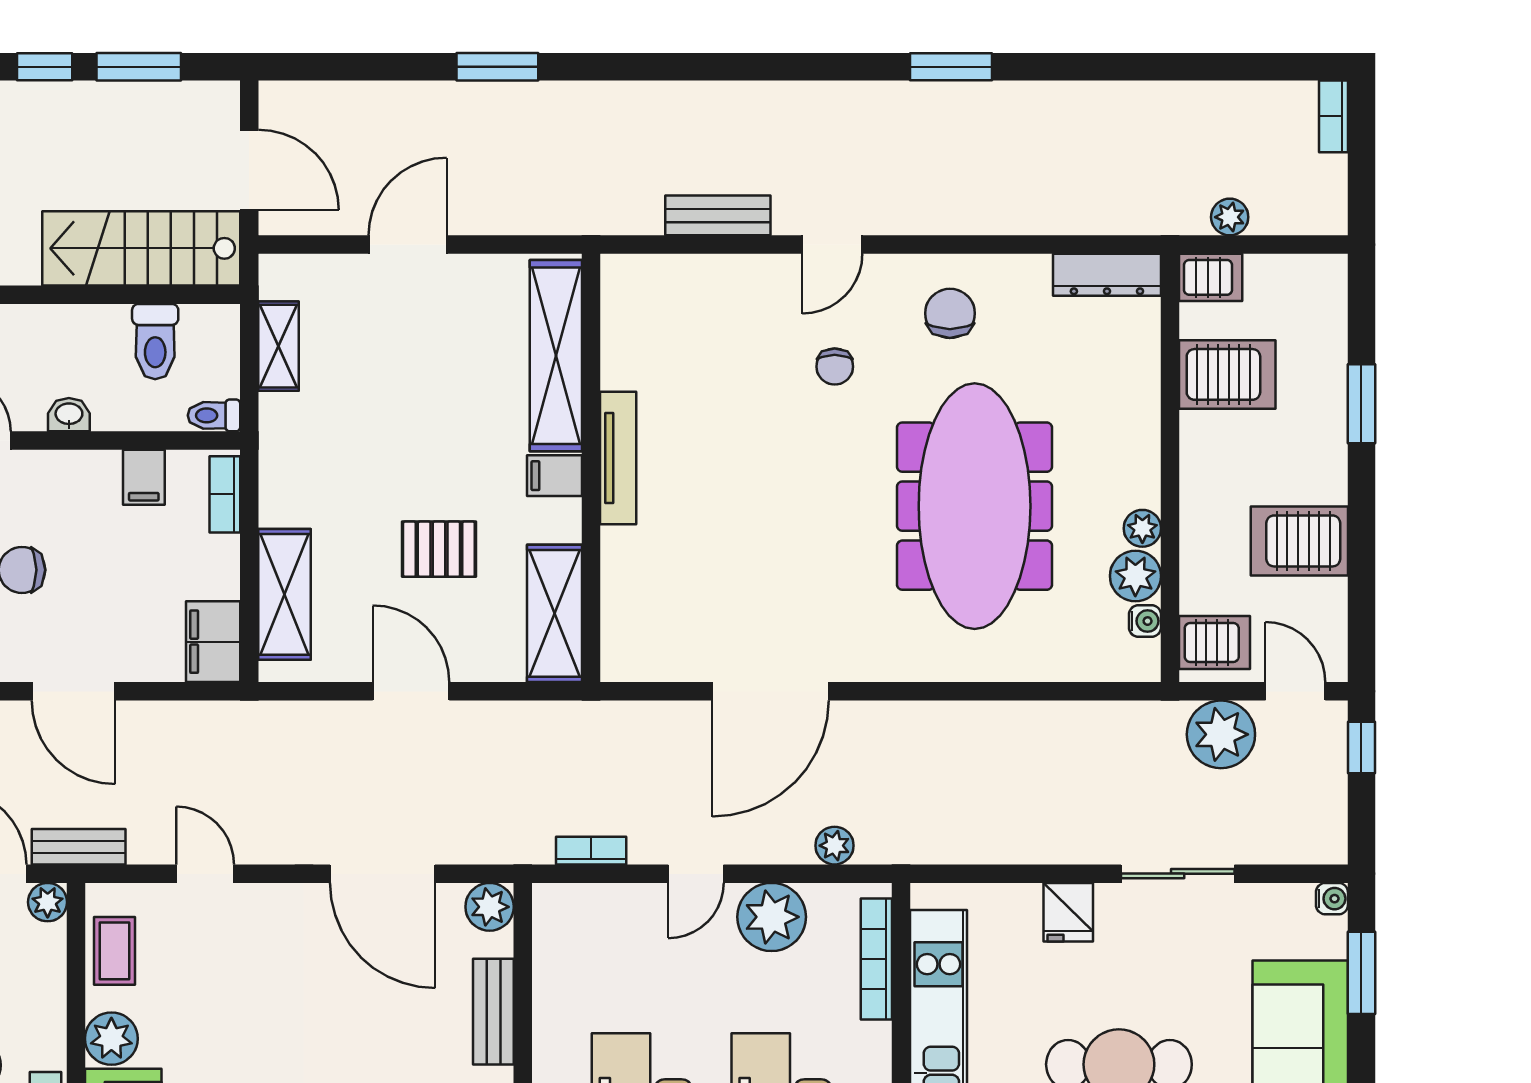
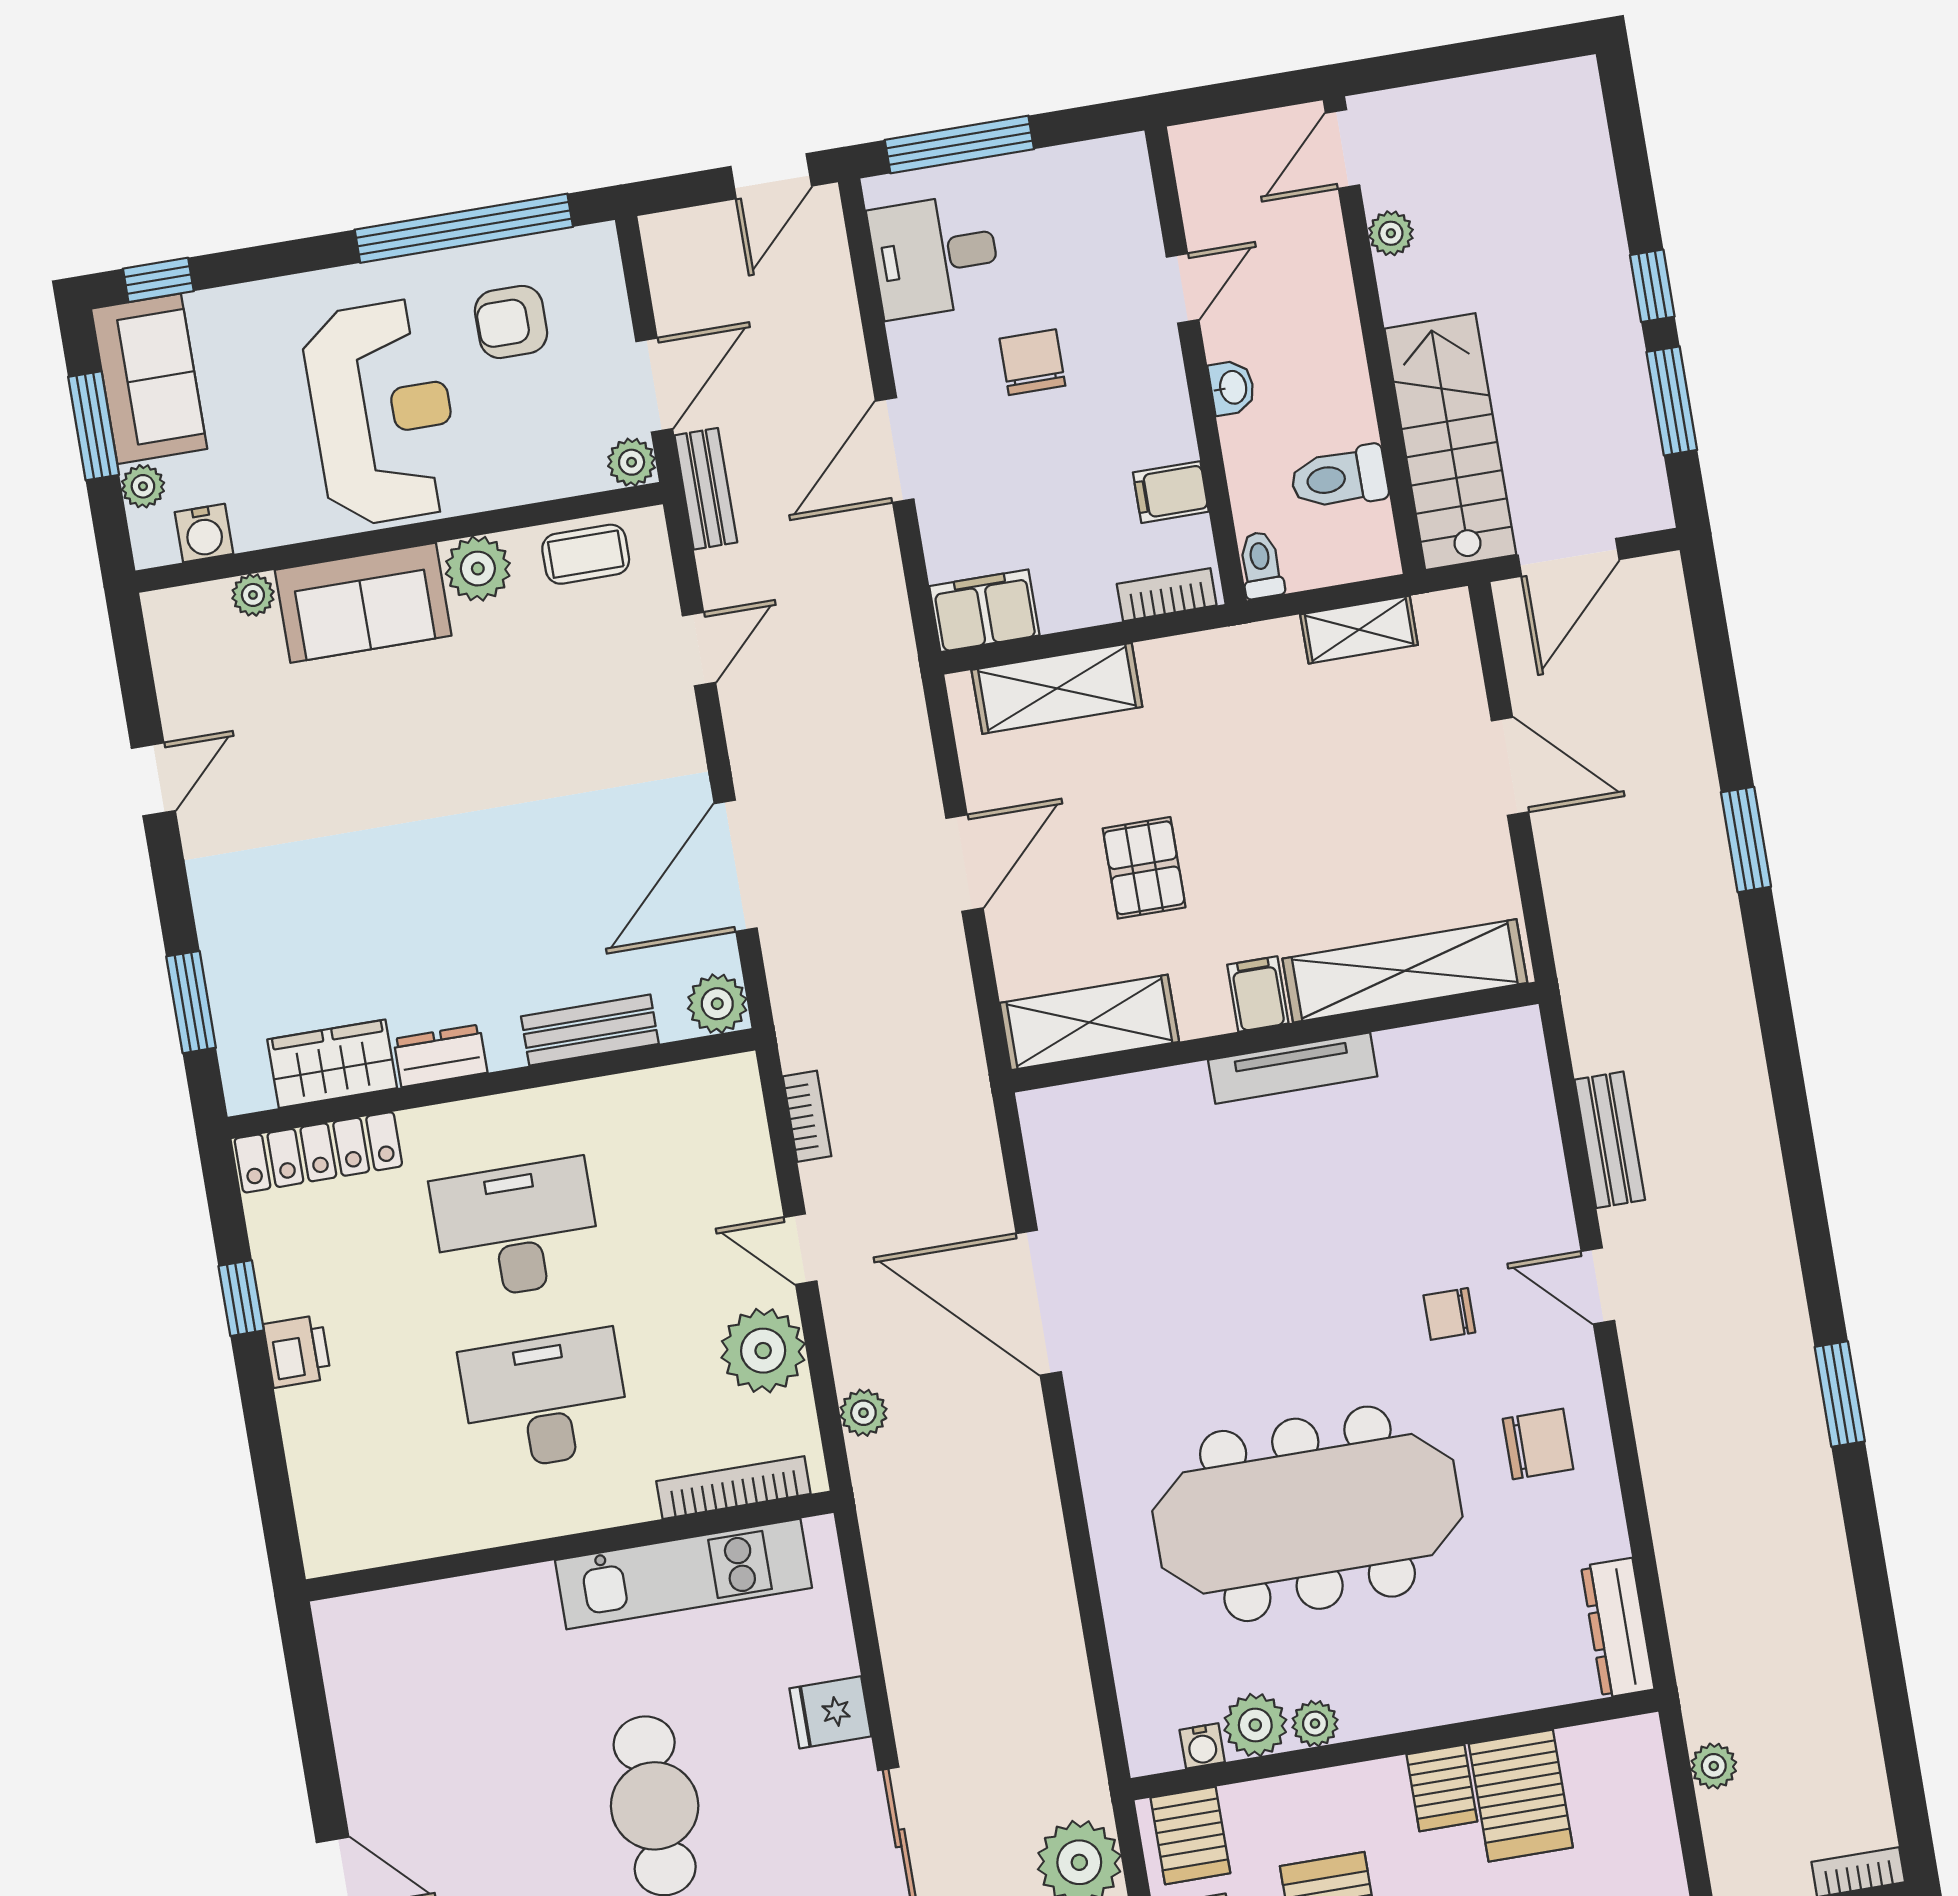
server rack: (1211, 277) -> (1442, 1788), moved

